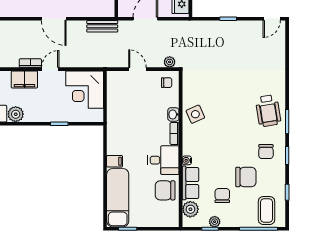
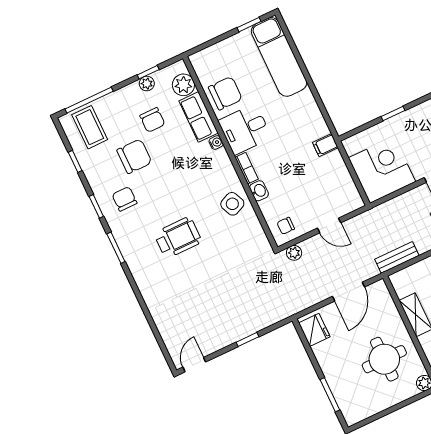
wheelchair: (268, 111) -> (178, 238), moved, turned 99
filing cabinet: (115, 161) -> (325, 145), moved
chair: (246, 177) -> (134, 156), turned 180

